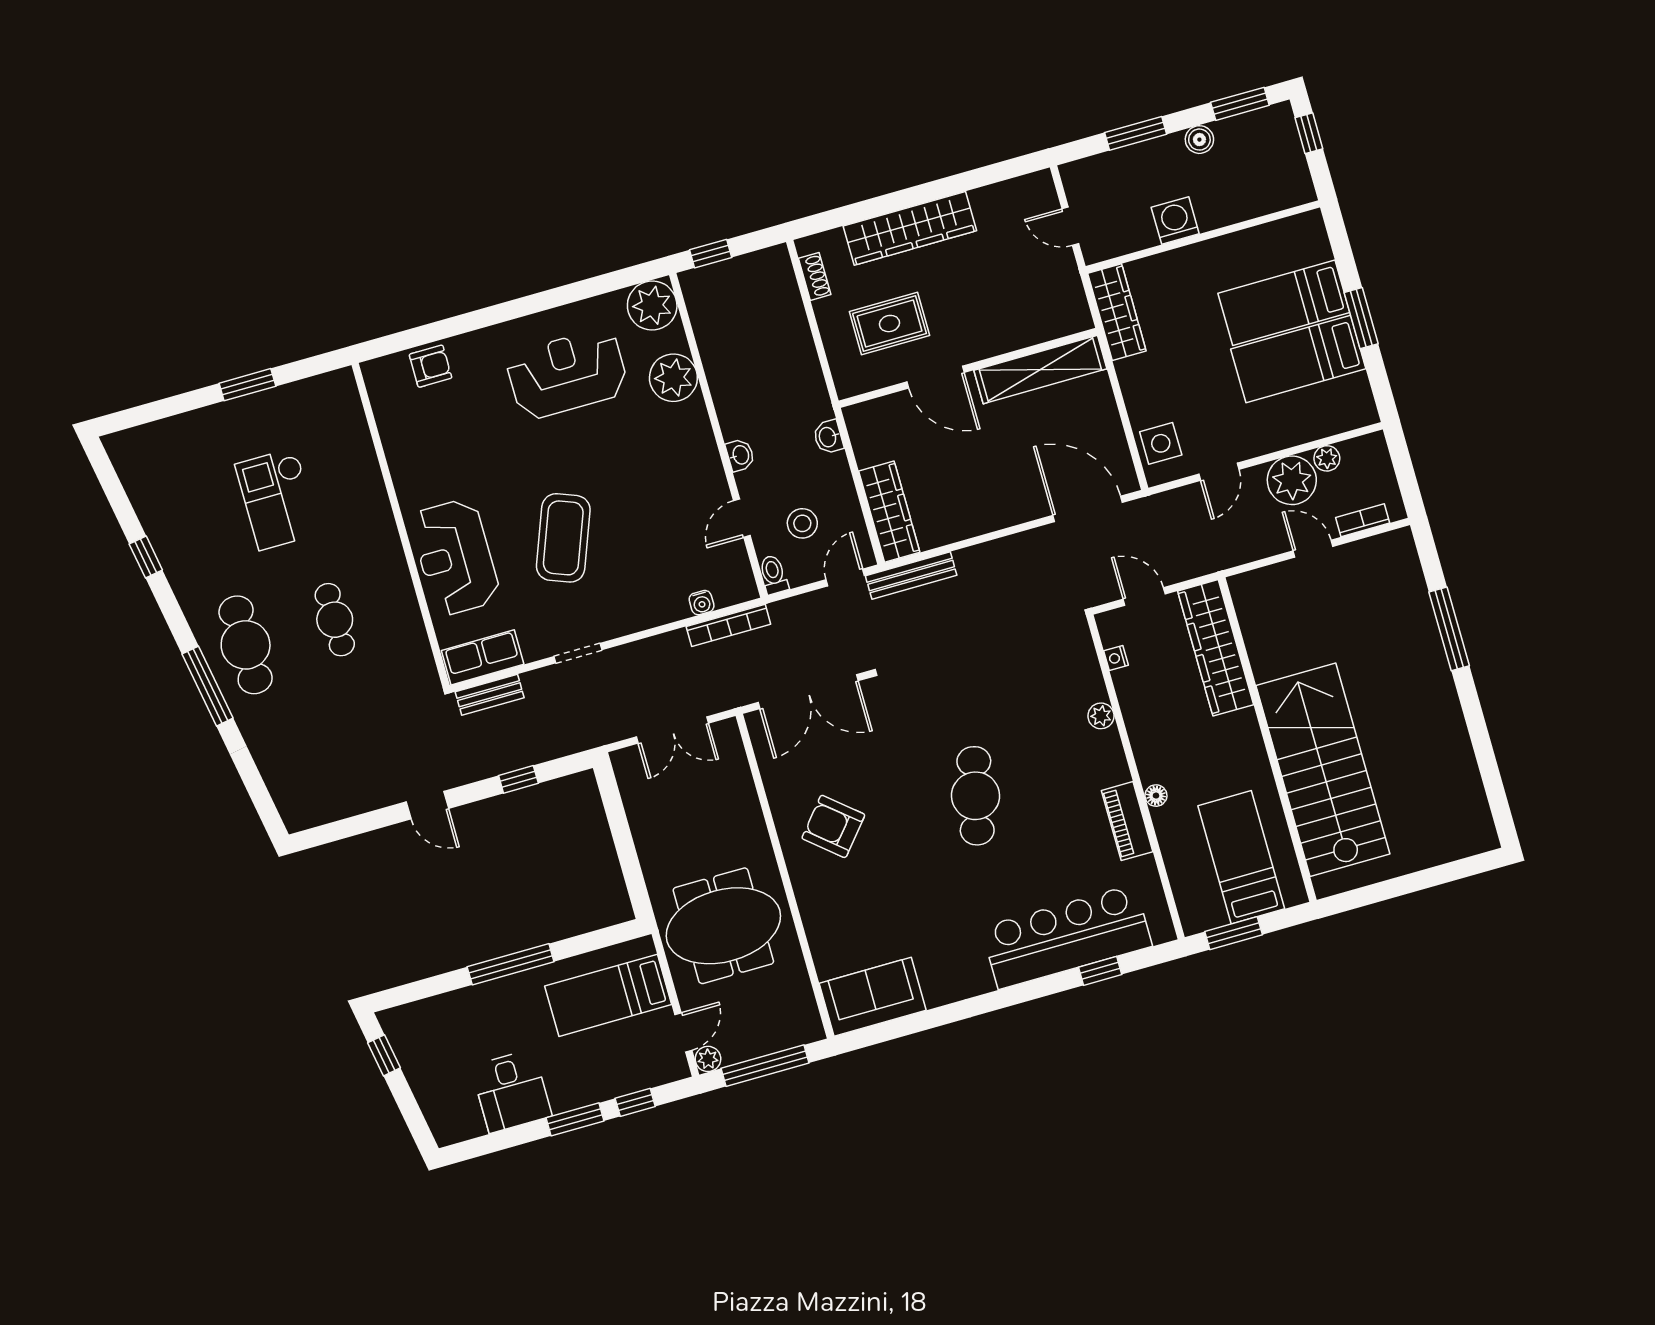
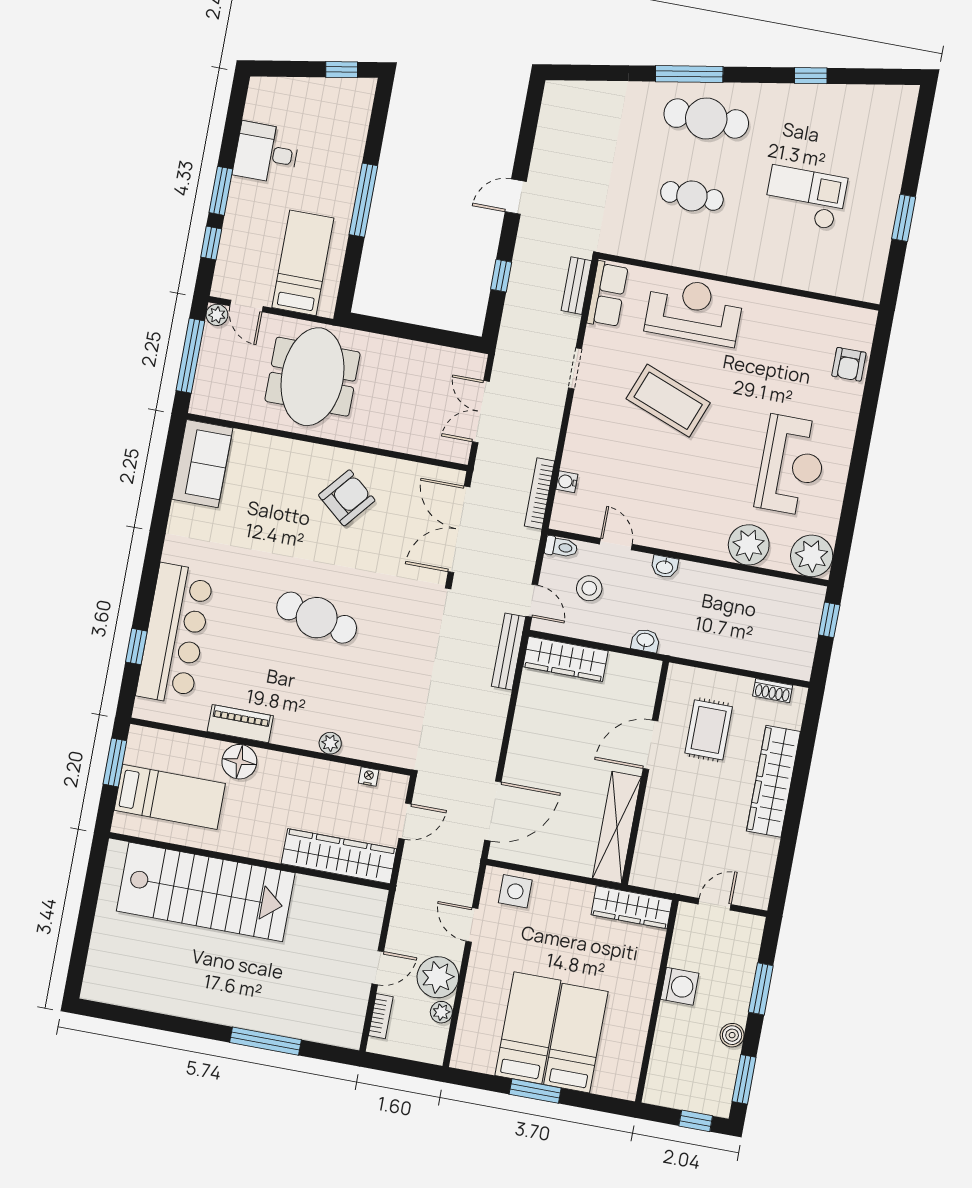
floor lamp: (1156, 796) -> (239, 762), width x1.89, depth x1.89

